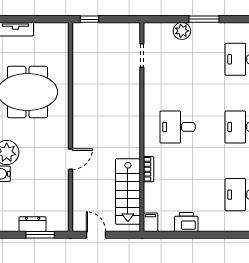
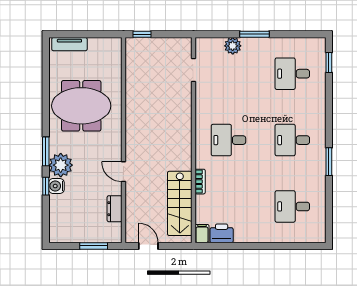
door: (71, 159) -> (123, 172), swing flipped
printer: (186, 222) -> (222, 233), moved
dresser: (32, 224) -> (115, 209), moved, turned -90

